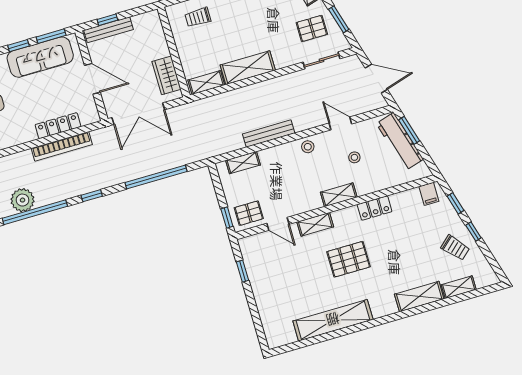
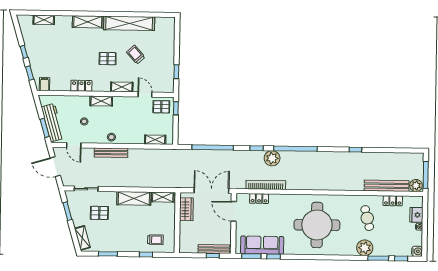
pallet: (312, 28) -> (99, 213), moved
door: (92, 79) -> (234, 211), moved
door: (340, 123) -> (74, 145), moved
locker: (58, 126) -> (259, 199), width x0.66
bench: (269, 133) -> (111, 153), moved
plant: (23, 200) -> (272, 158), moved
trolley: (455, 248) -> (136, 55), moved
pallet: (349, 259) -> (108, 59), width x0.67, depth x0.71
shelving: (419, 297) -> (88, 22), moved

